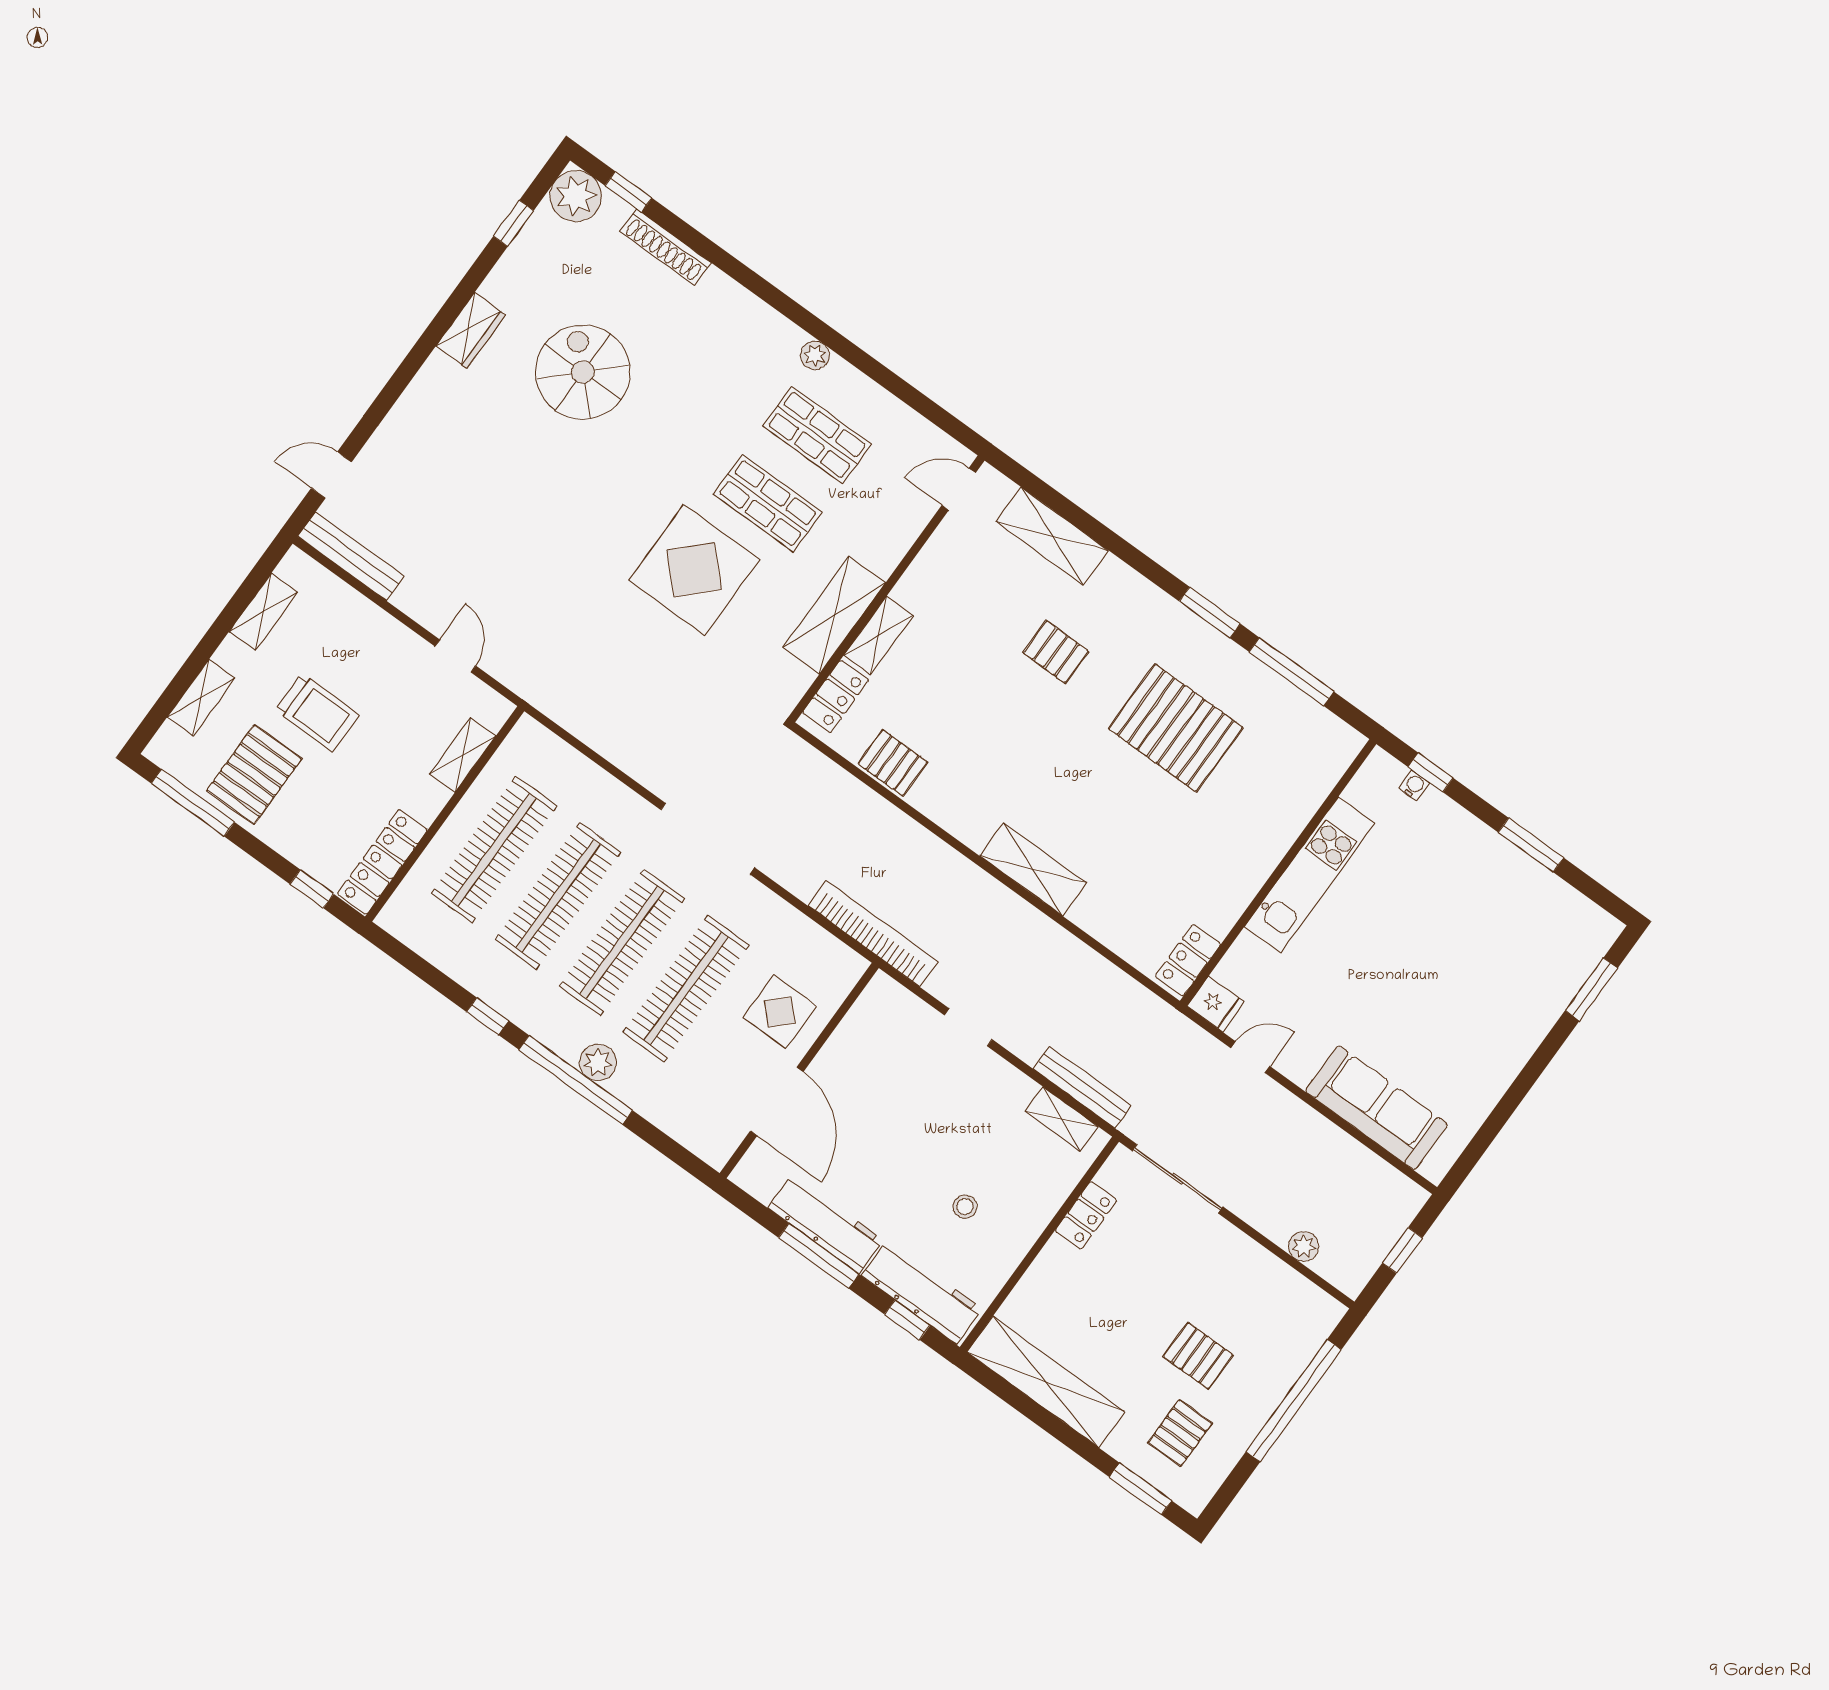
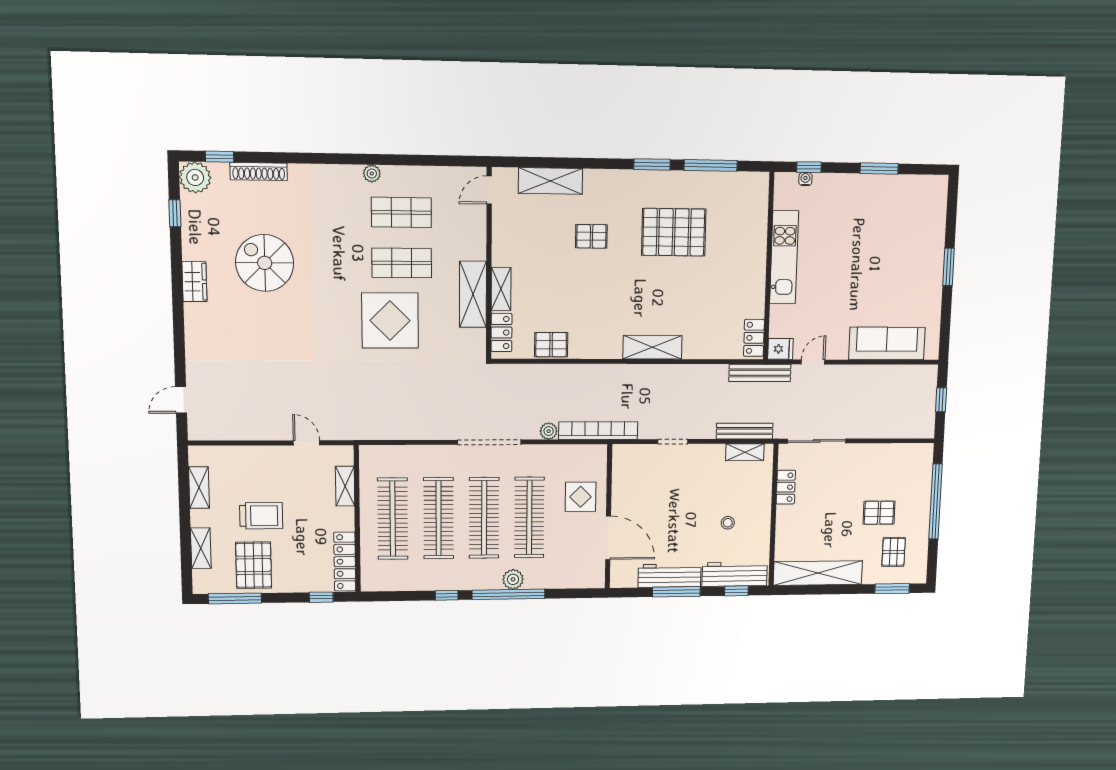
bench: (351, 556) -> (760, 373), moved
window: (1591, 989) -> (949, 267), moved
plant: (1304, 1246) -> (549, 431), moved

